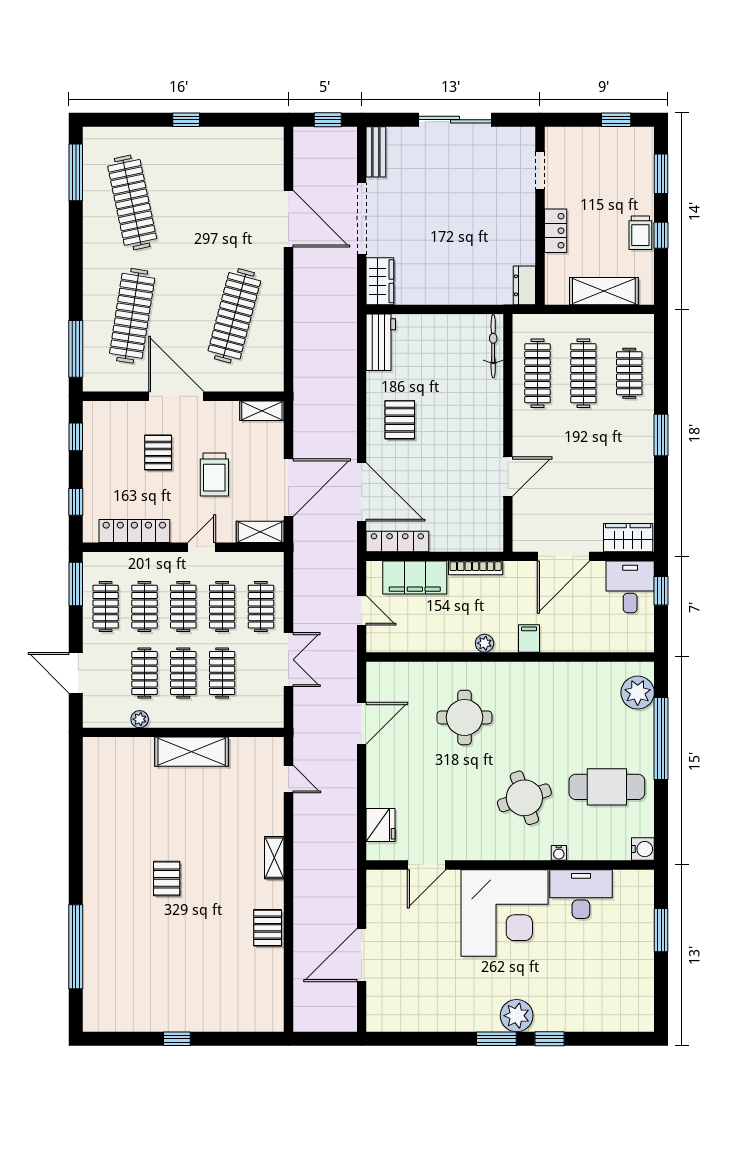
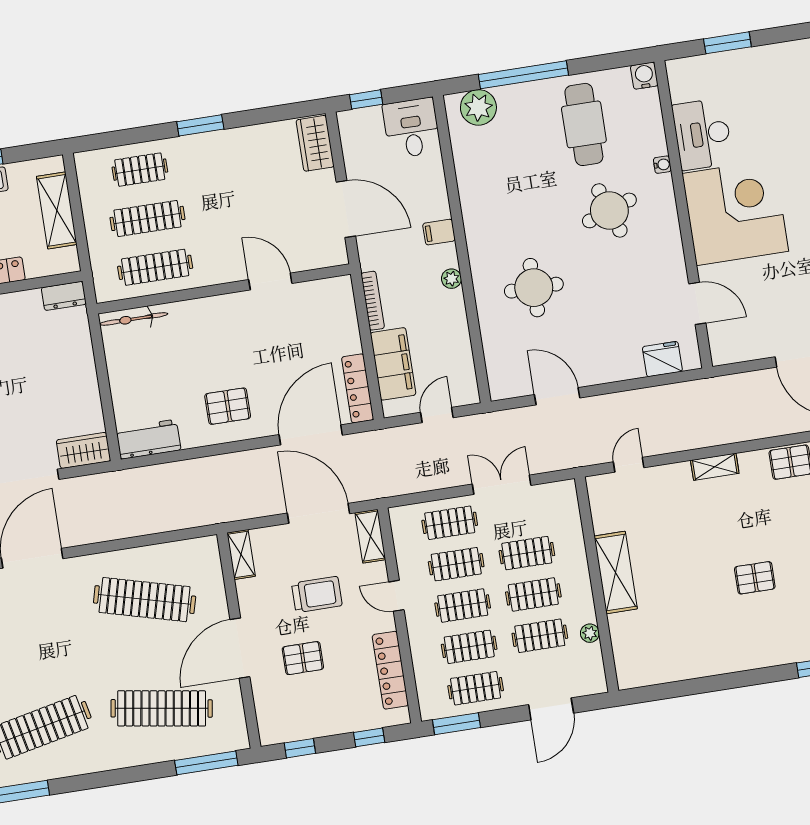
desk: (630, 587) -> (412, 128), moved, turned 90

